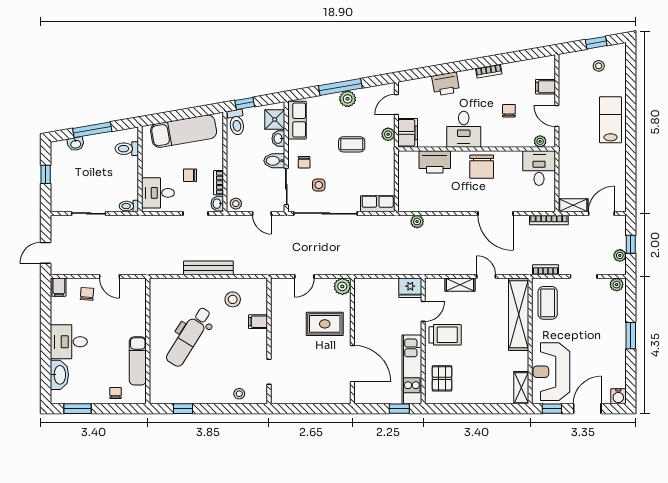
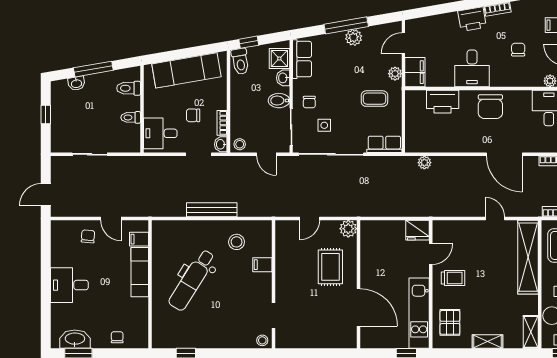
printer: (446, 84) -> (472, 19), moved
coffee table: (352, 144) -> (374, 99), moved
toilet: (129, 206) -> (131, 117), moved
shelving: (460, 285) -> (488, 342), moved
filing cabinet: (59, 287) -> (139, 239), moved, turned 90
rug: (325, 324) -> (330, 267), turned 90
trolley: (445, 335) -> (453, 278), width x0.73, depth x0.72
exam couch: (138, 361) -> (140, 272), moved
washbasin: (59, 375) -> (75, 339), moved, turned -90
stool: (239, 394) -> (262, 340), moved

